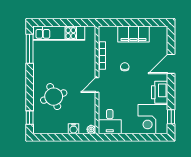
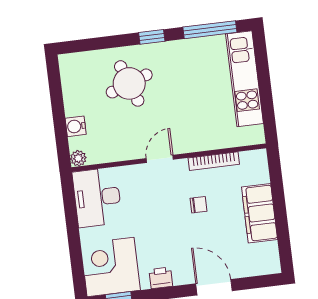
door: (97, 85) -> (160, 159), hinge flipped
printer: (160, 92) -> (161, 278), width x0.53, depth x0.68
window: (30, 118) -> (152, 37), moved
desk: (110, 122) -> (97, 197), width x1.37

